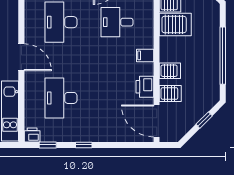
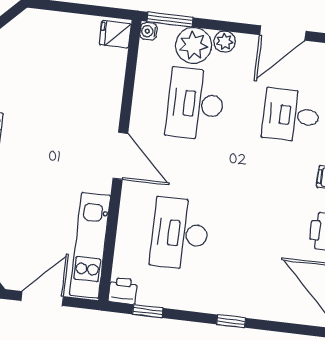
window: (84, 145) -> (231, 321), moved

